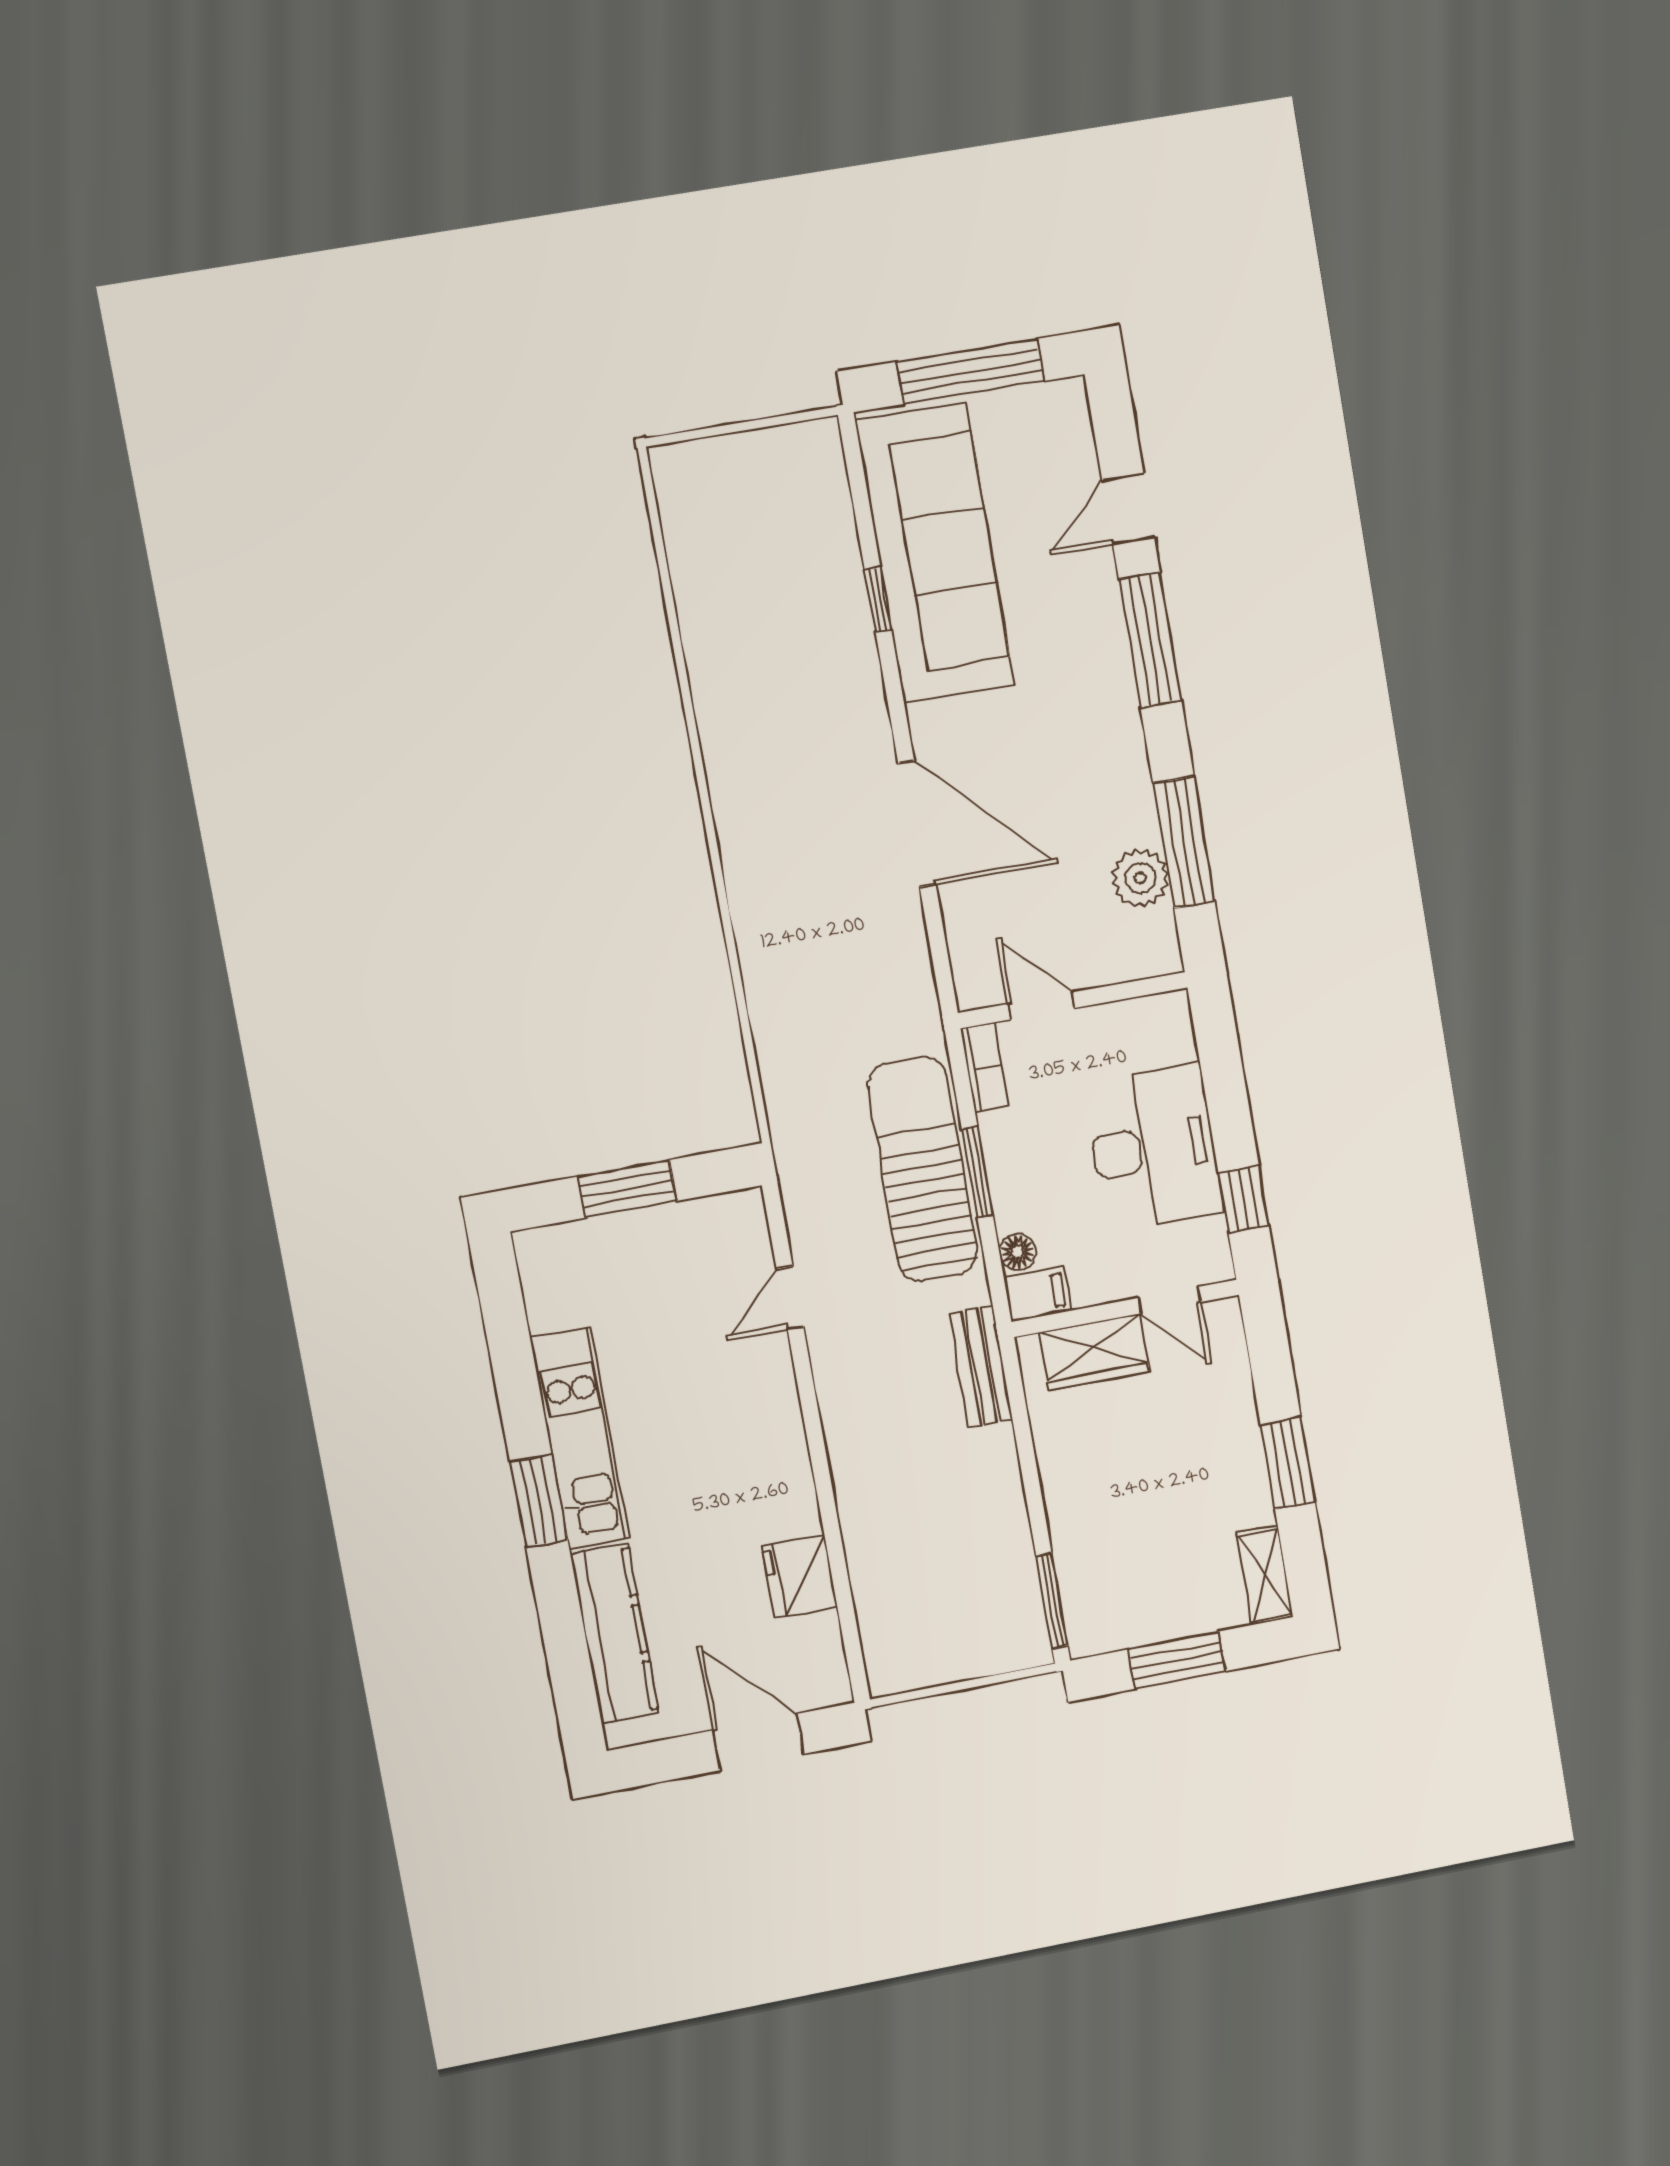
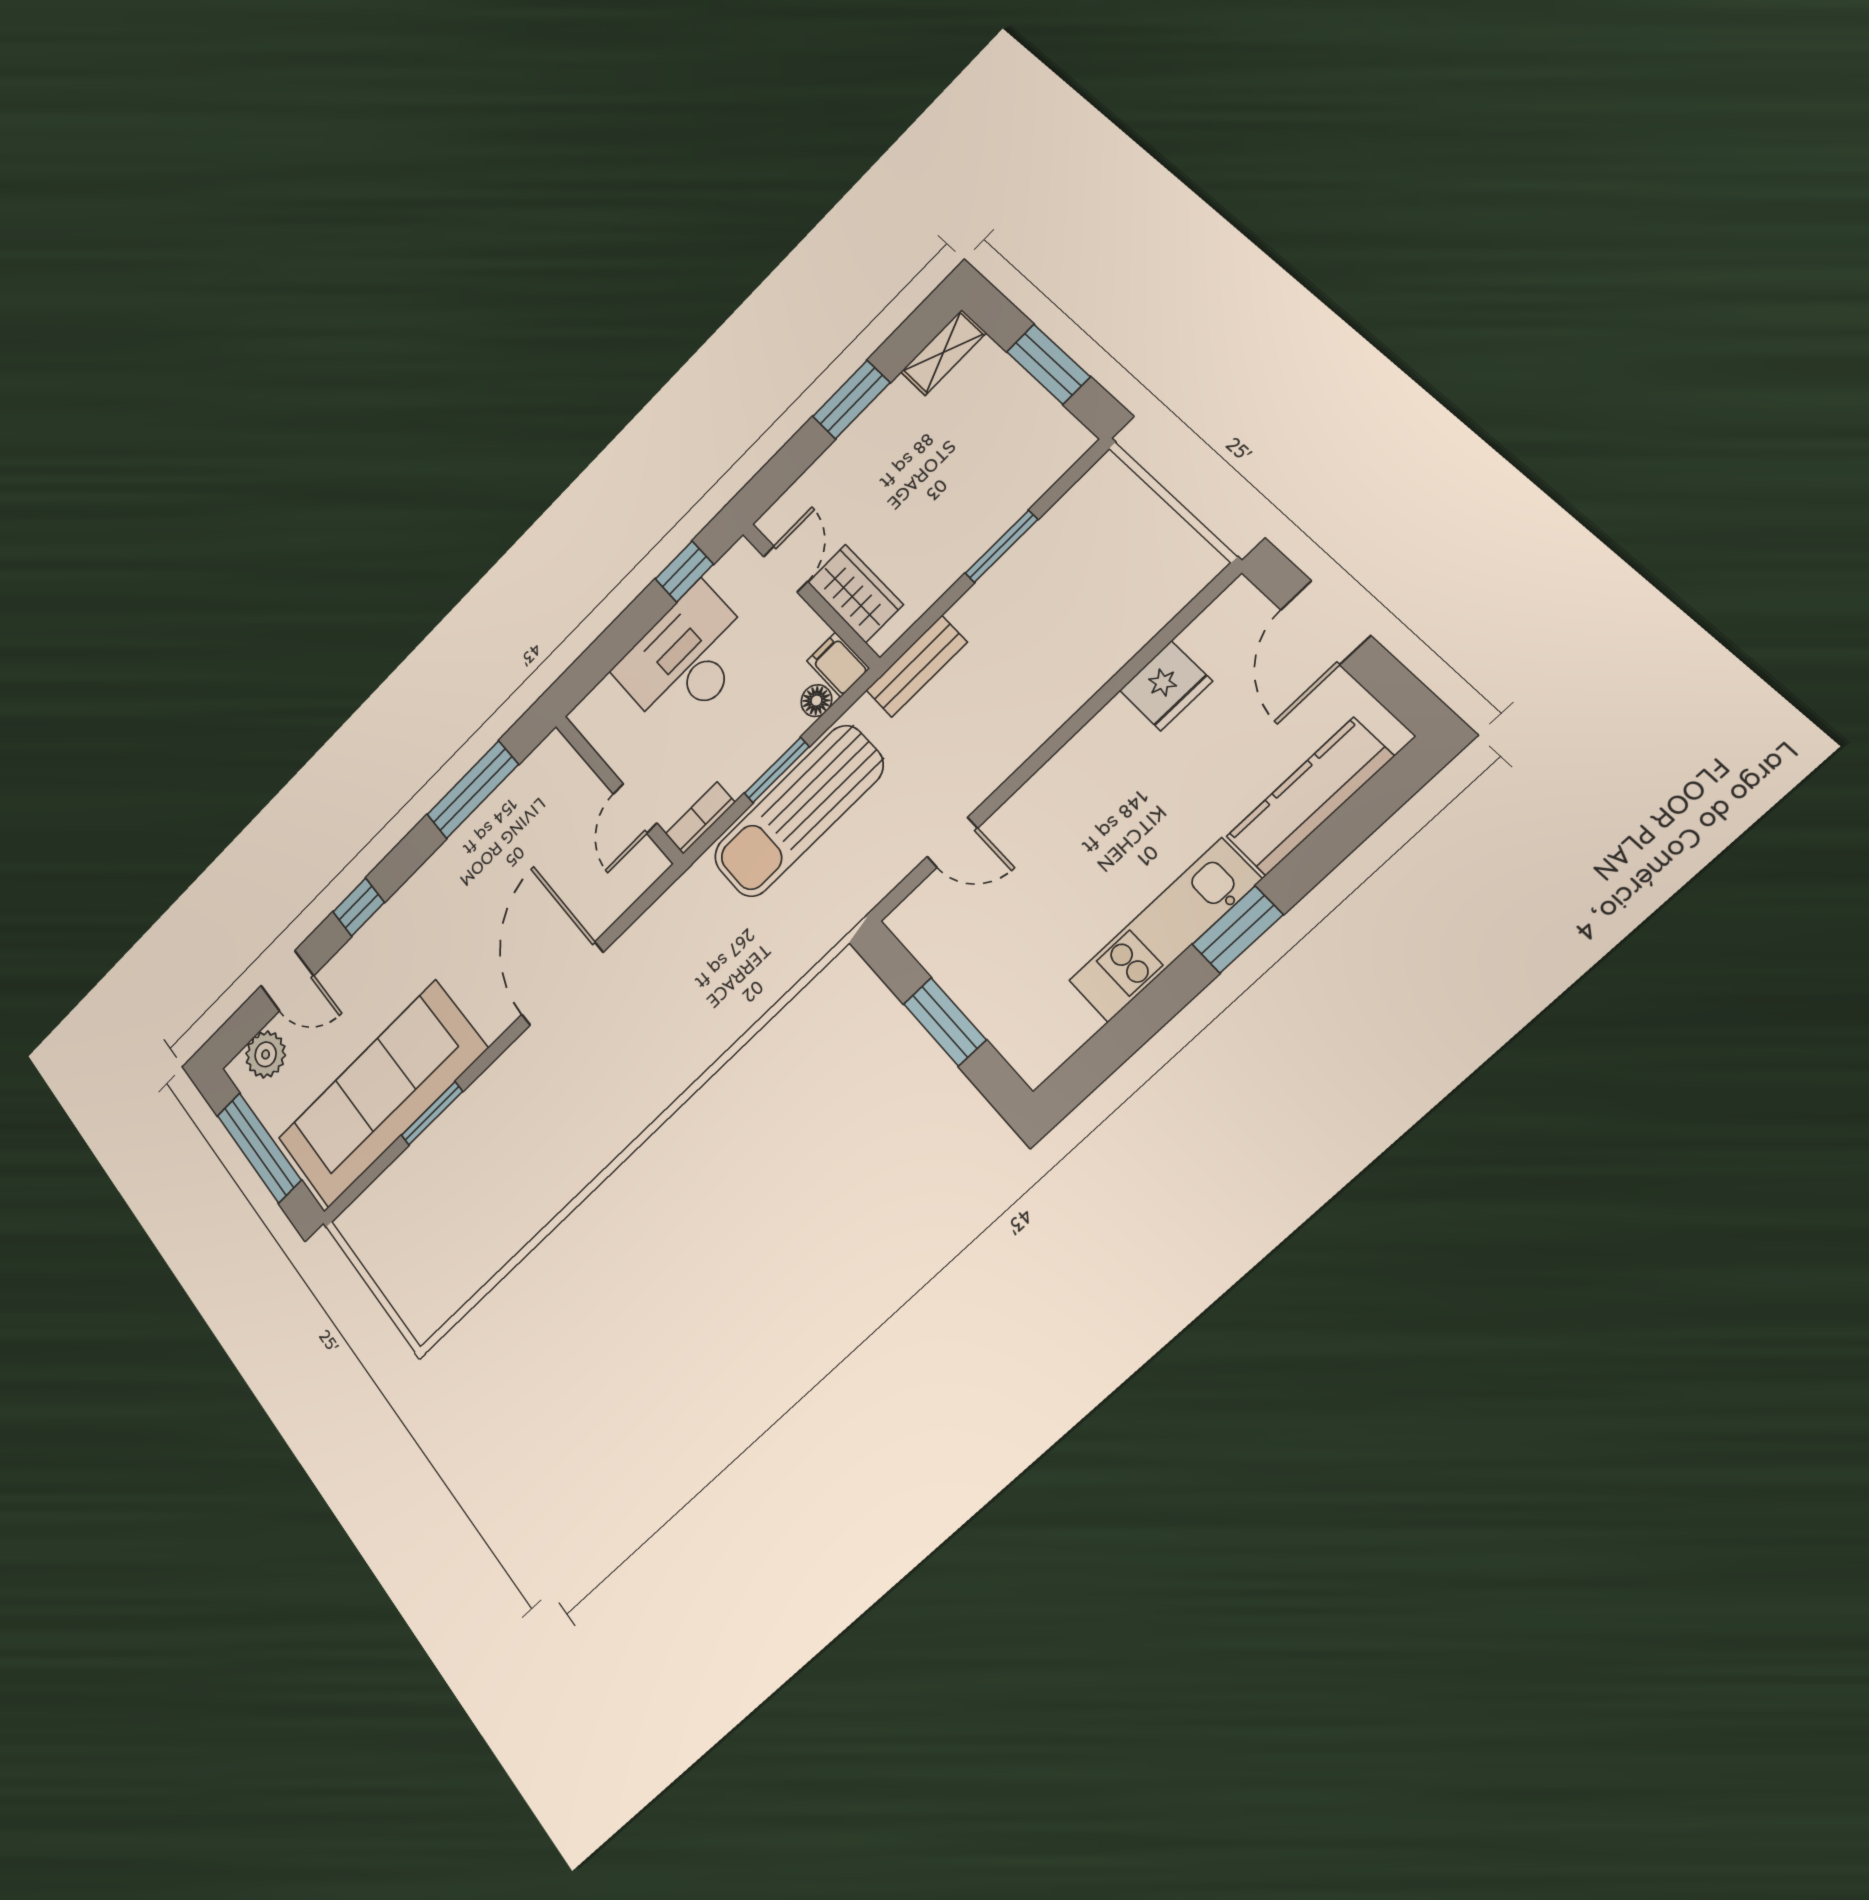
window: (878, 600) -> (432, 1113), width x1.50
window: (1150, 640) -> (359, 907), width x0.46
plant: (1140, 878) -> (266, 1054), moved
window: (1052, 1601) -> (1001, 546), moved

